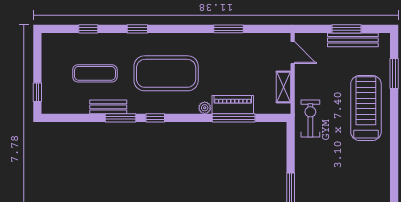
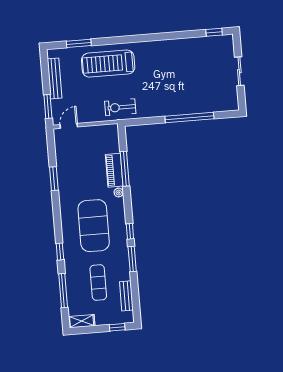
window: (88, 29) -> (63, 291), width x2.17
window: (346, 29) -> (48, 107), moved
shelving: (284, 87) -> (82, 321), moved
bench: (108, 107) -> (126, 296), moved

